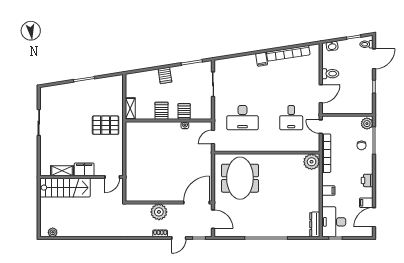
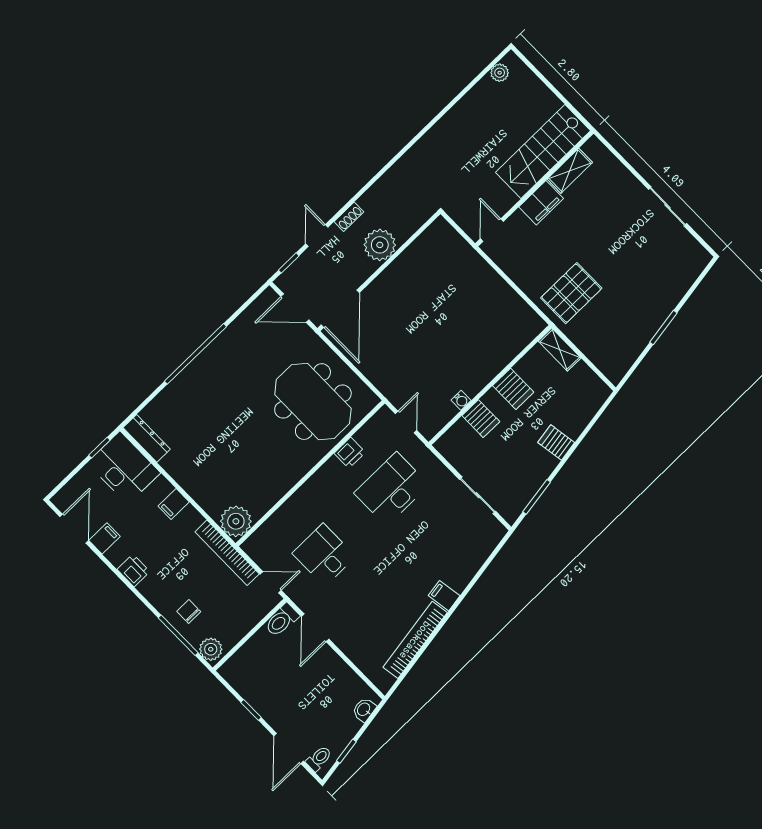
toilet: (330, 74) -> (282, 620), moved
printer: (245, 146) -> (350, 453), added

